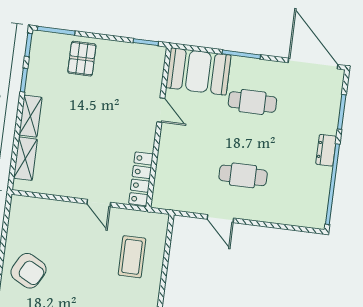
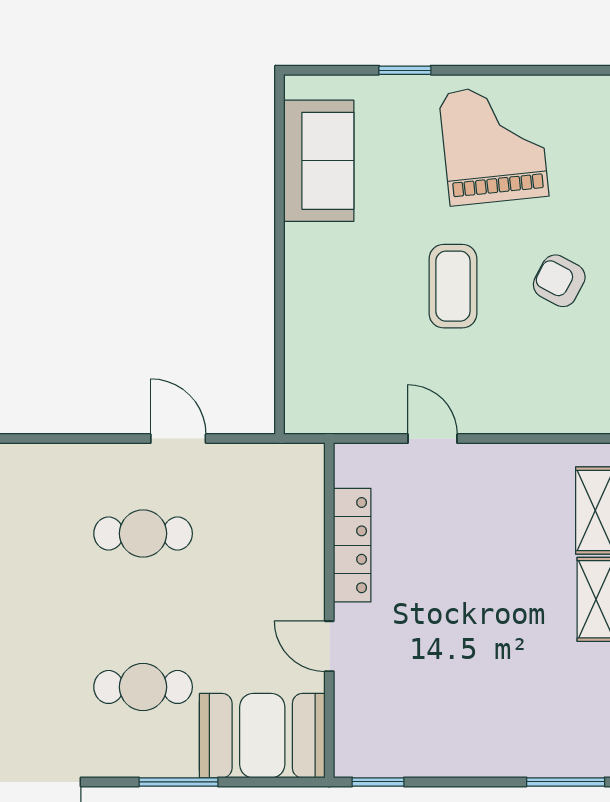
pallet: (82, 59) -> (505, 731), removed
locker: (141, 179) -> (352, 545), moved
coffee table: (132, 257) -> (453, 286), moved
armchair: (29, 271) -> (559, 281), width x0.72, depth x0.72

